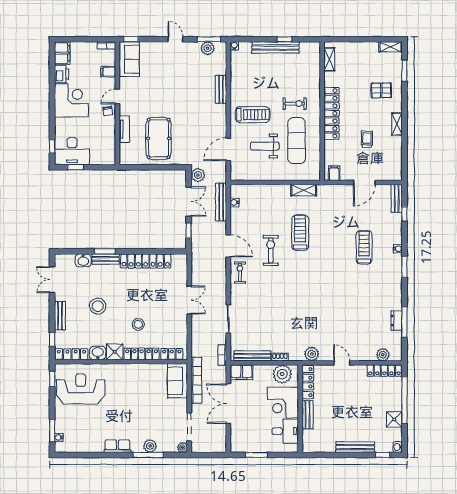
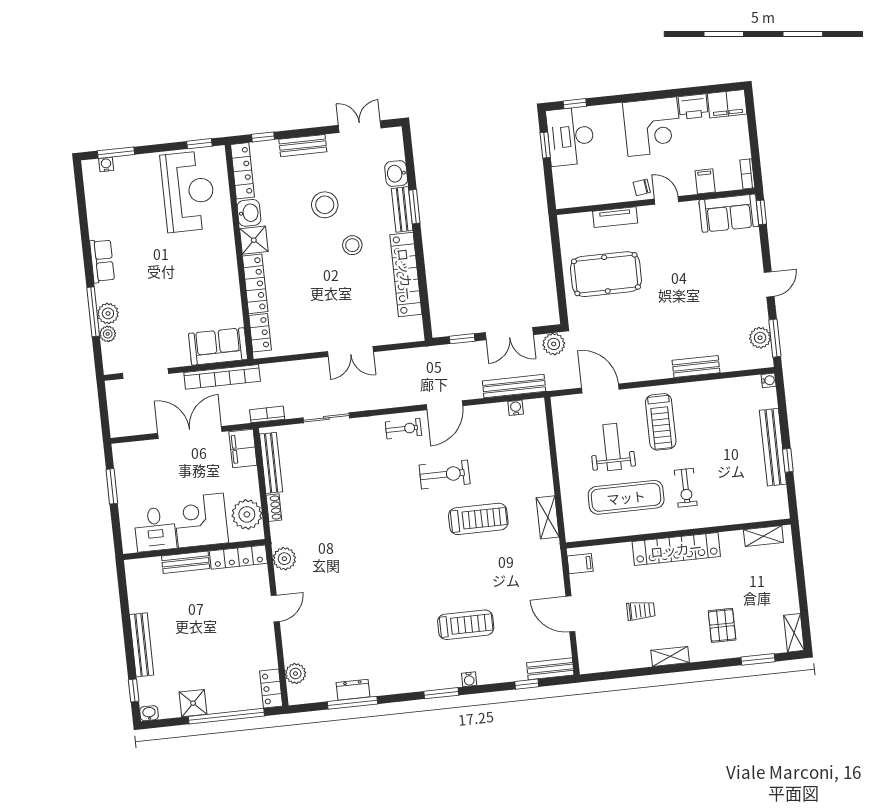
stool: (138, 324) -> (352, 245), moved
locker: (384, 371) -> (271, 689), width x0.66
plant: (182, 448) -> (108, 334), moved

